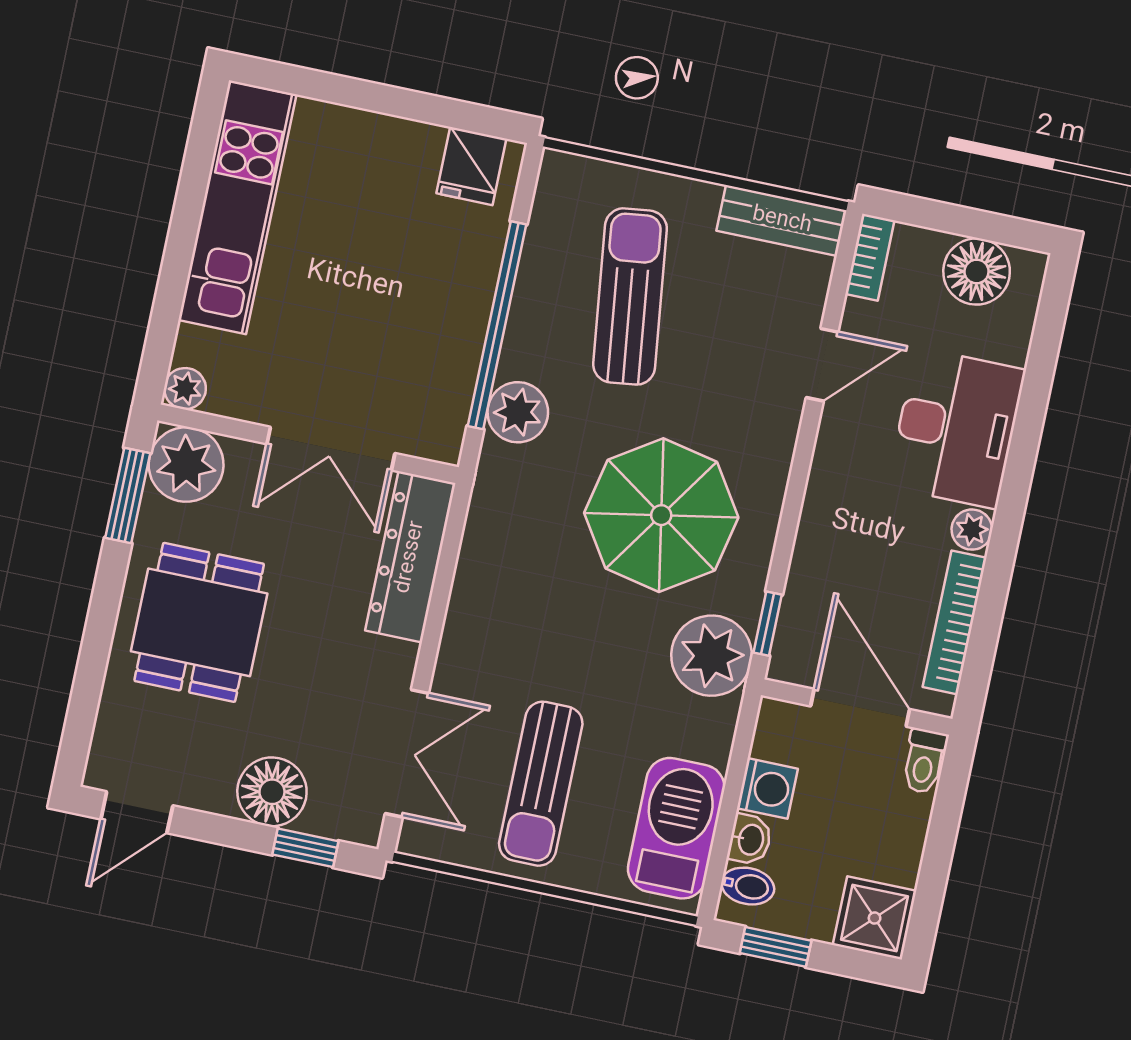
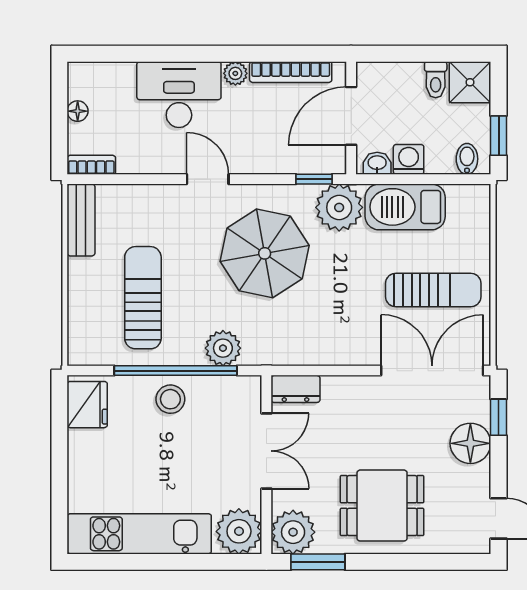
fridge: (471, 166) -> (87, 405), width x1.38
floor lamp: (977, 272) -> (78, 111), width x0.53, depth x0.53
sun lounger: (630, 296) -> (143, 298), turned 97
stool: (451, 307) -> (170, 399), added
door: (822, 365) -> (208, 179), moved
plant: (185, 389) -> (239, 531), width x1.88, depth x1.88
dresser: (410, 557) -> (295, 389), width x0.51, depth x0.80
double door: (407, 753) -> (432, 371), width x1.37
toilet: (924, 761) -> (436, 80), moved, turned 90
barbecue: (676, 828) -> (405, 207), moved
washbasin: (750, 839) -> (377, 163), moved

